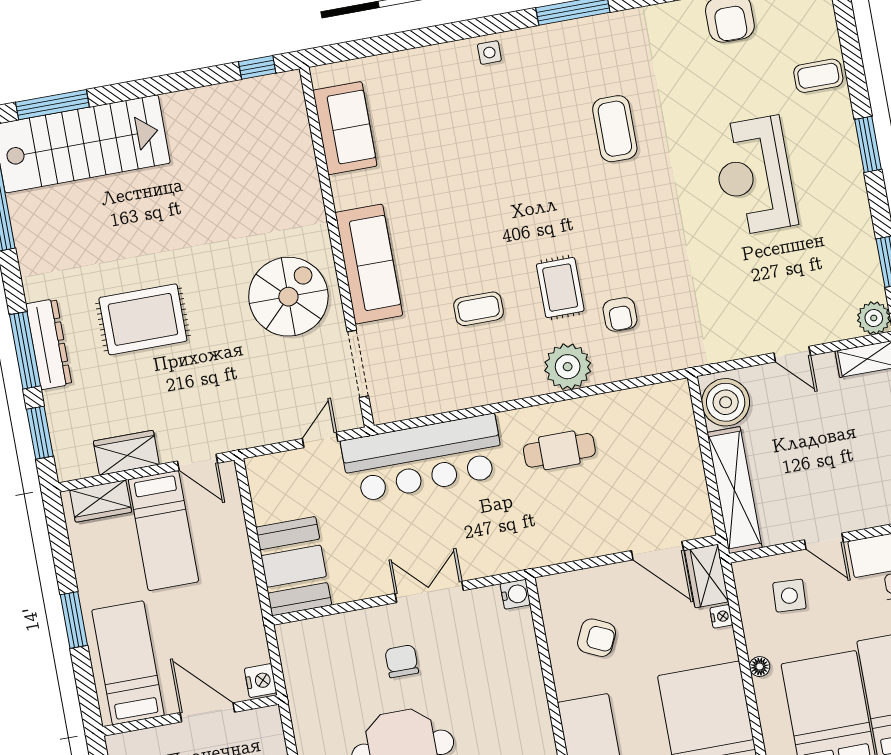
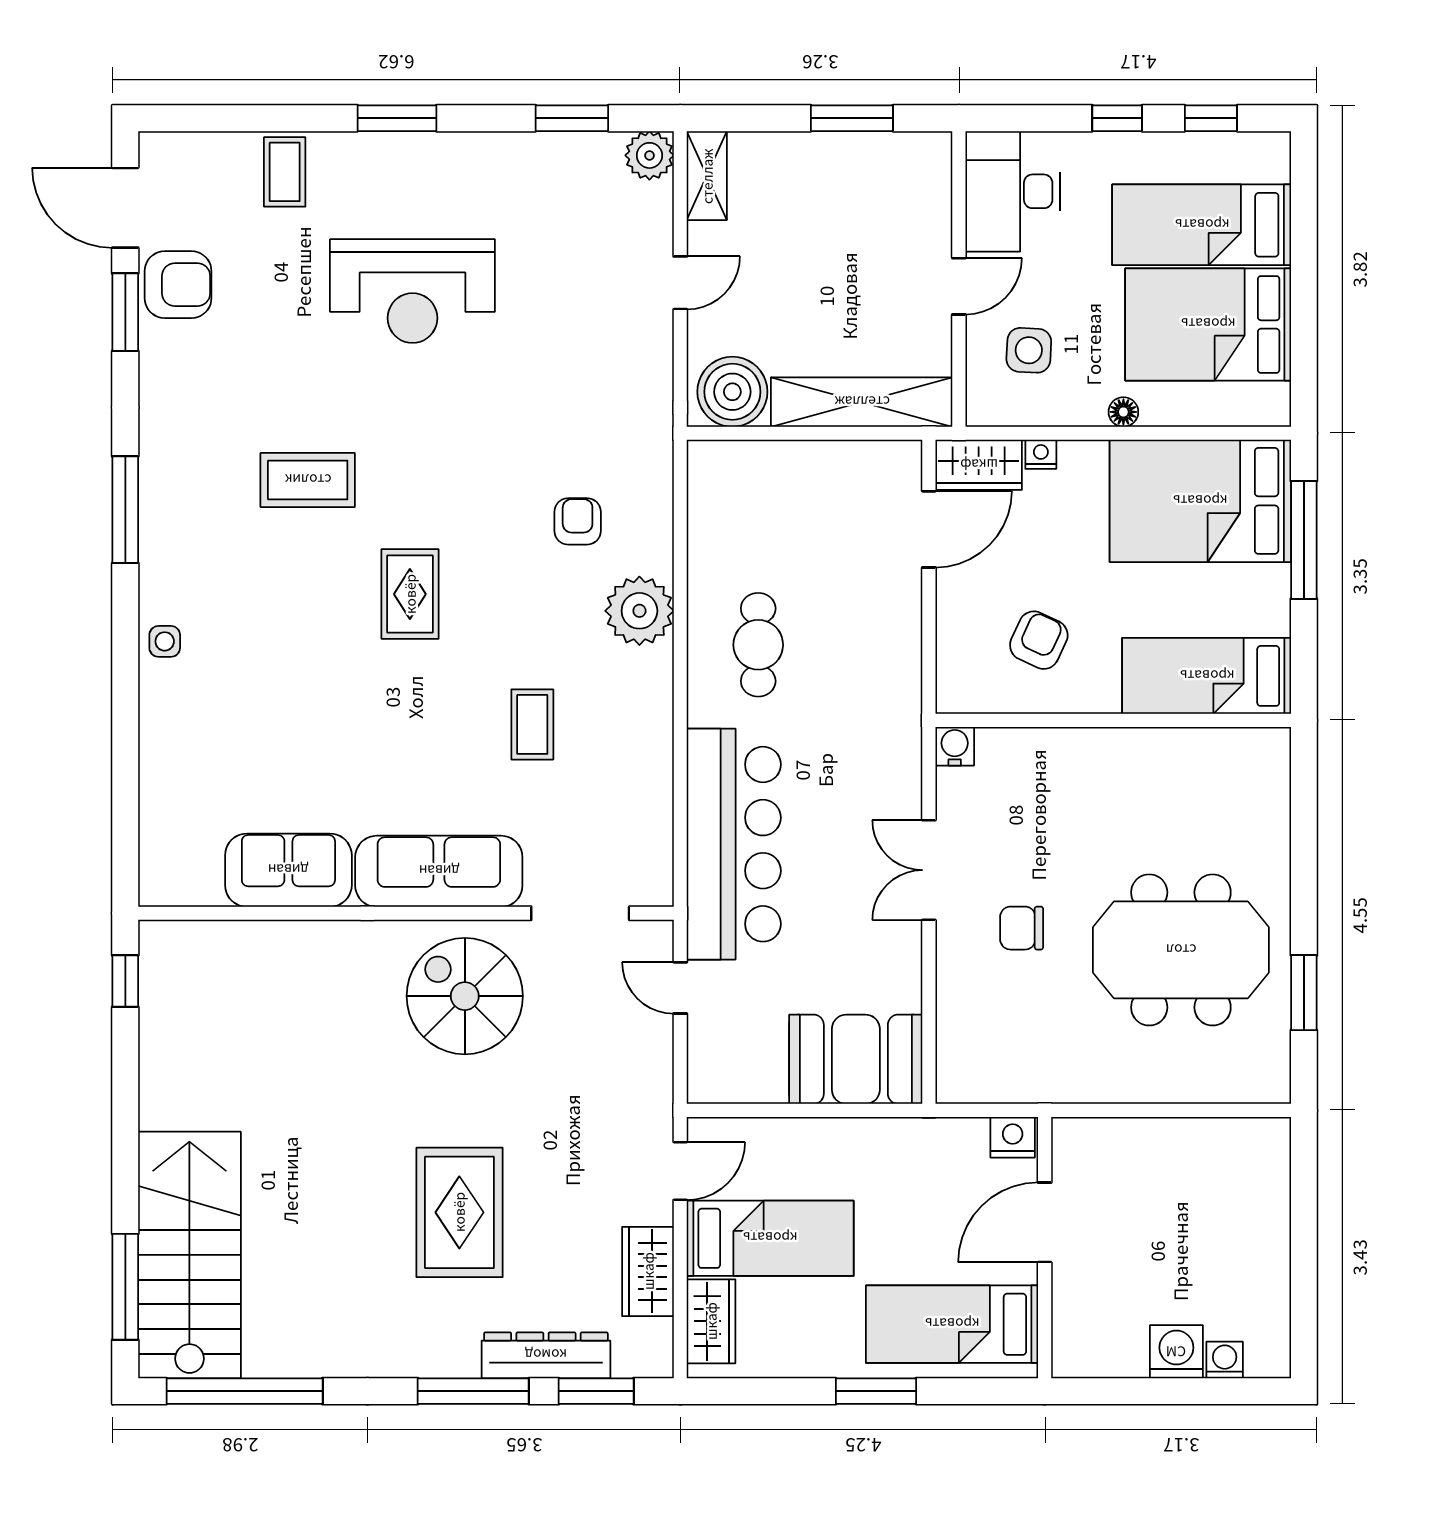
sofa: (345, 128) -> (288, 870), moved
rug: (560, 288) -> (410, 594), moved, turned 90
armchair: (620, 314) -> (578, 521), turned -90
dresser: (49, 344) -> (546, 1355), moved

